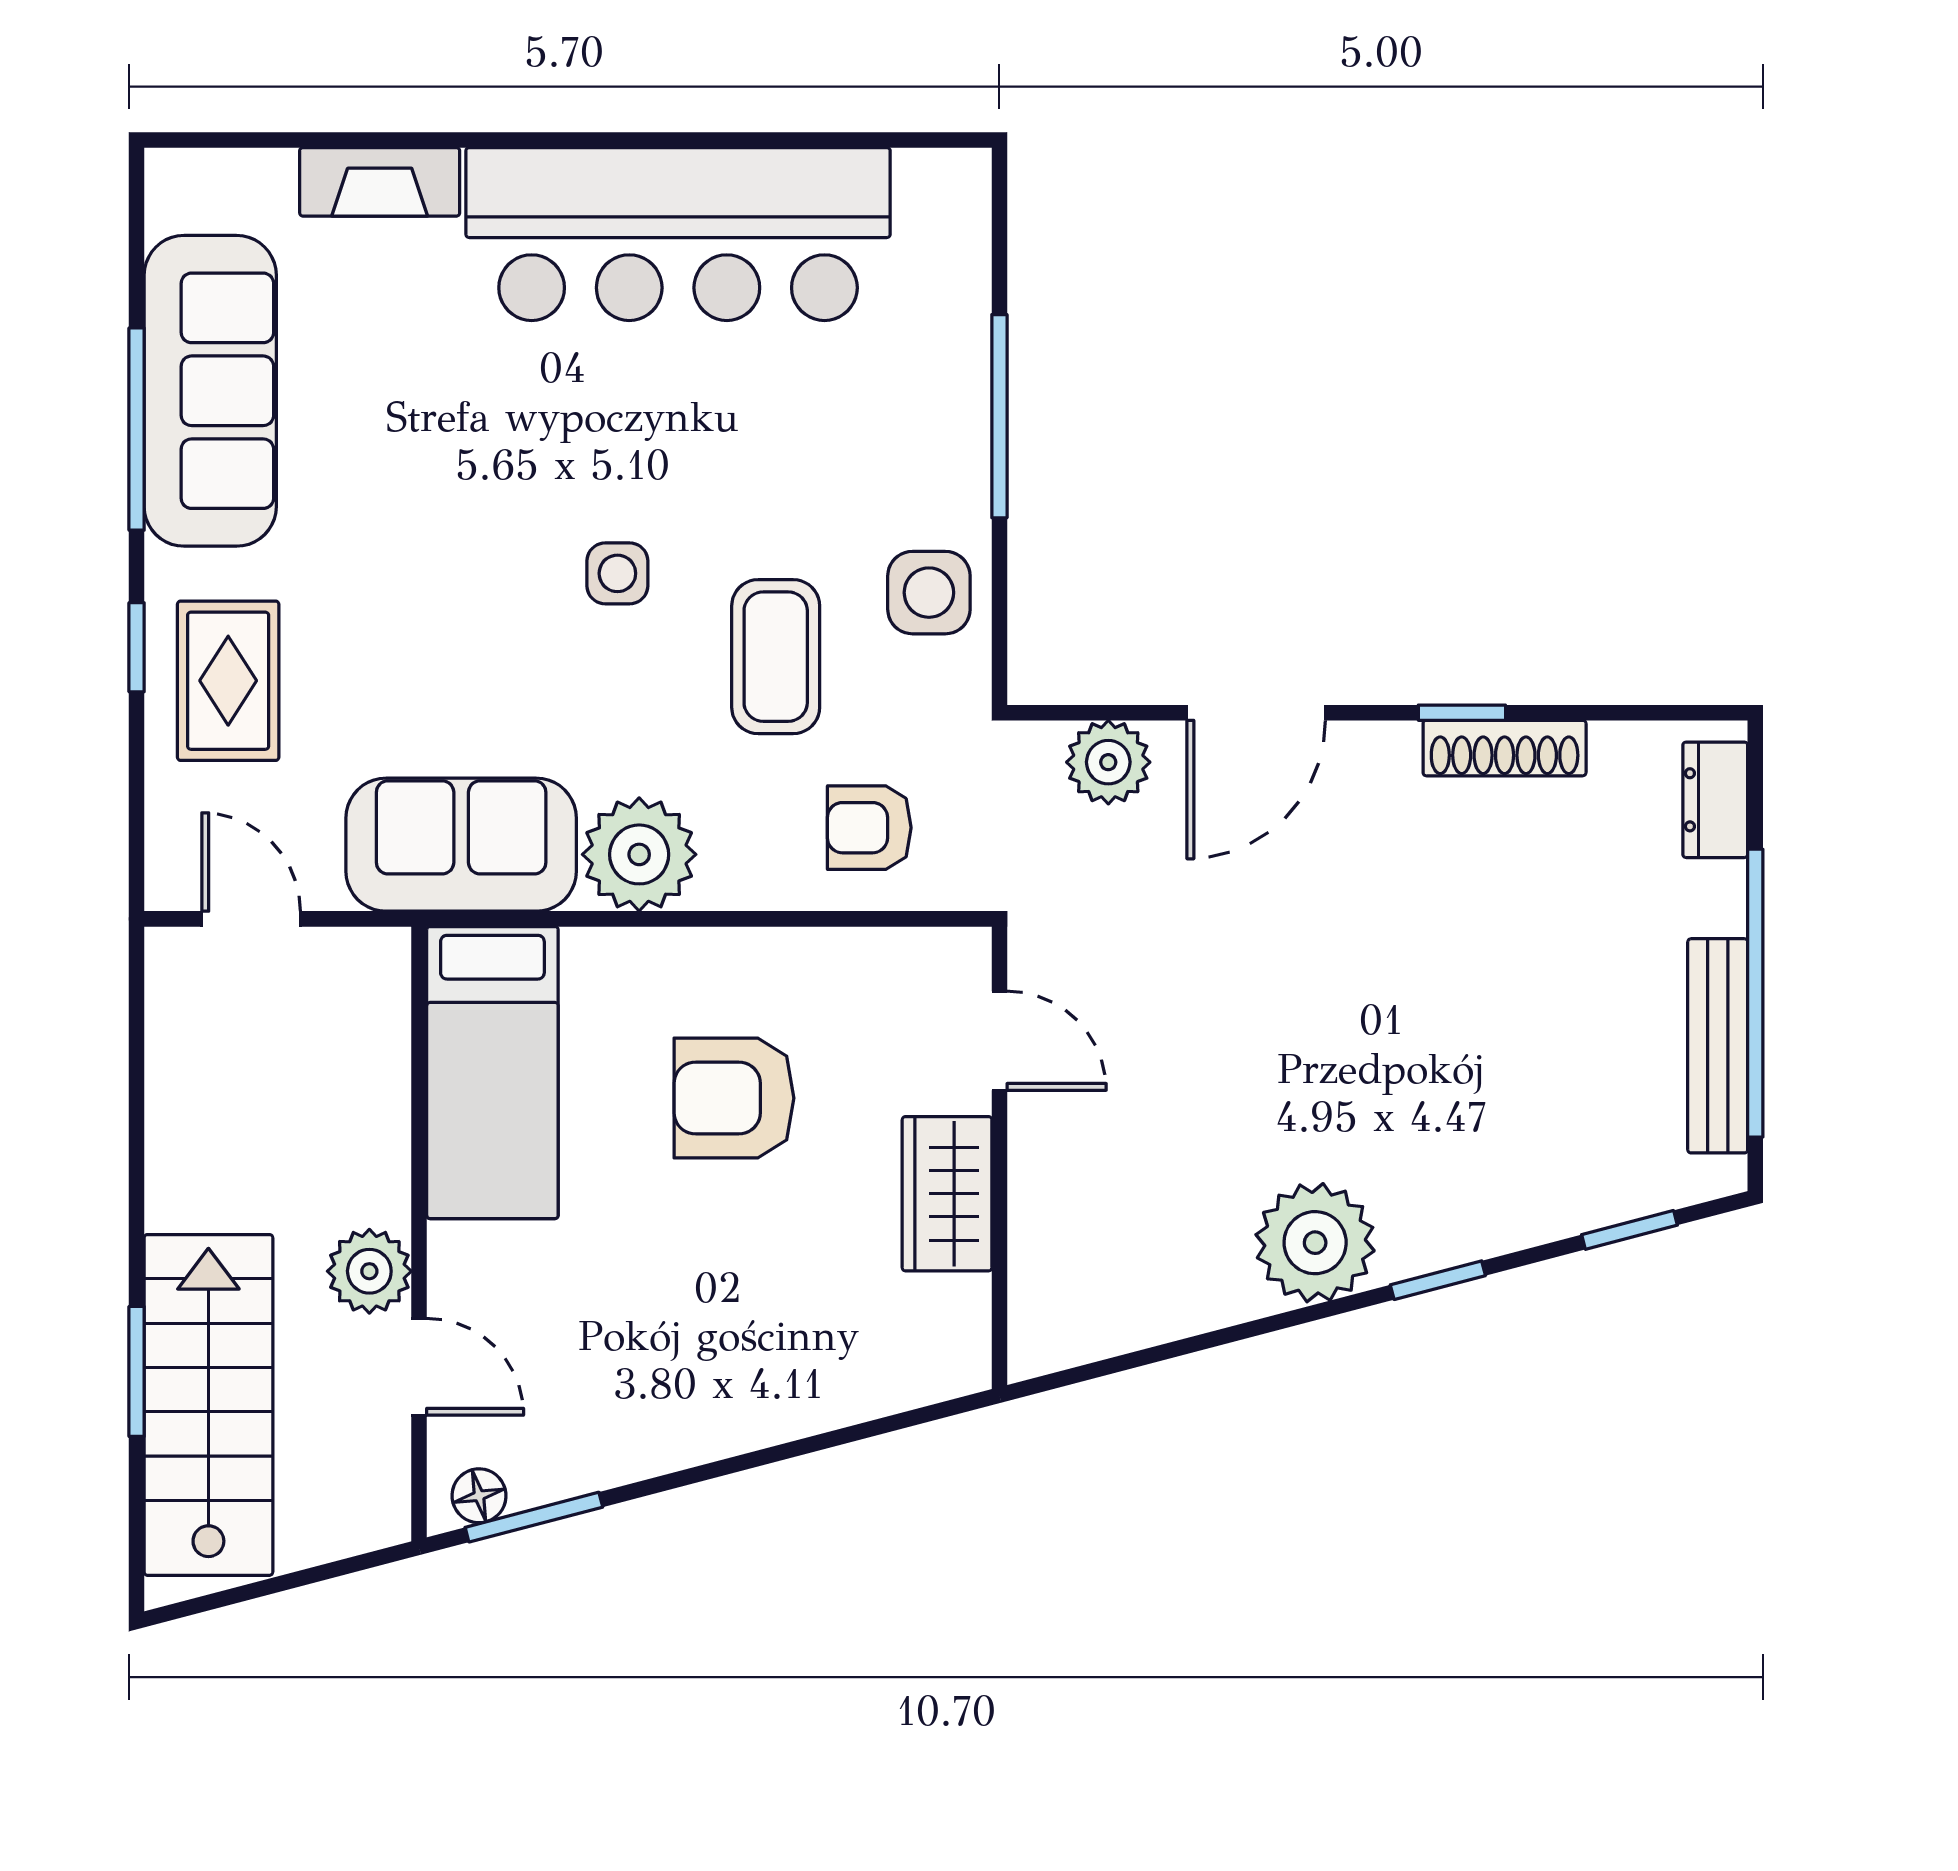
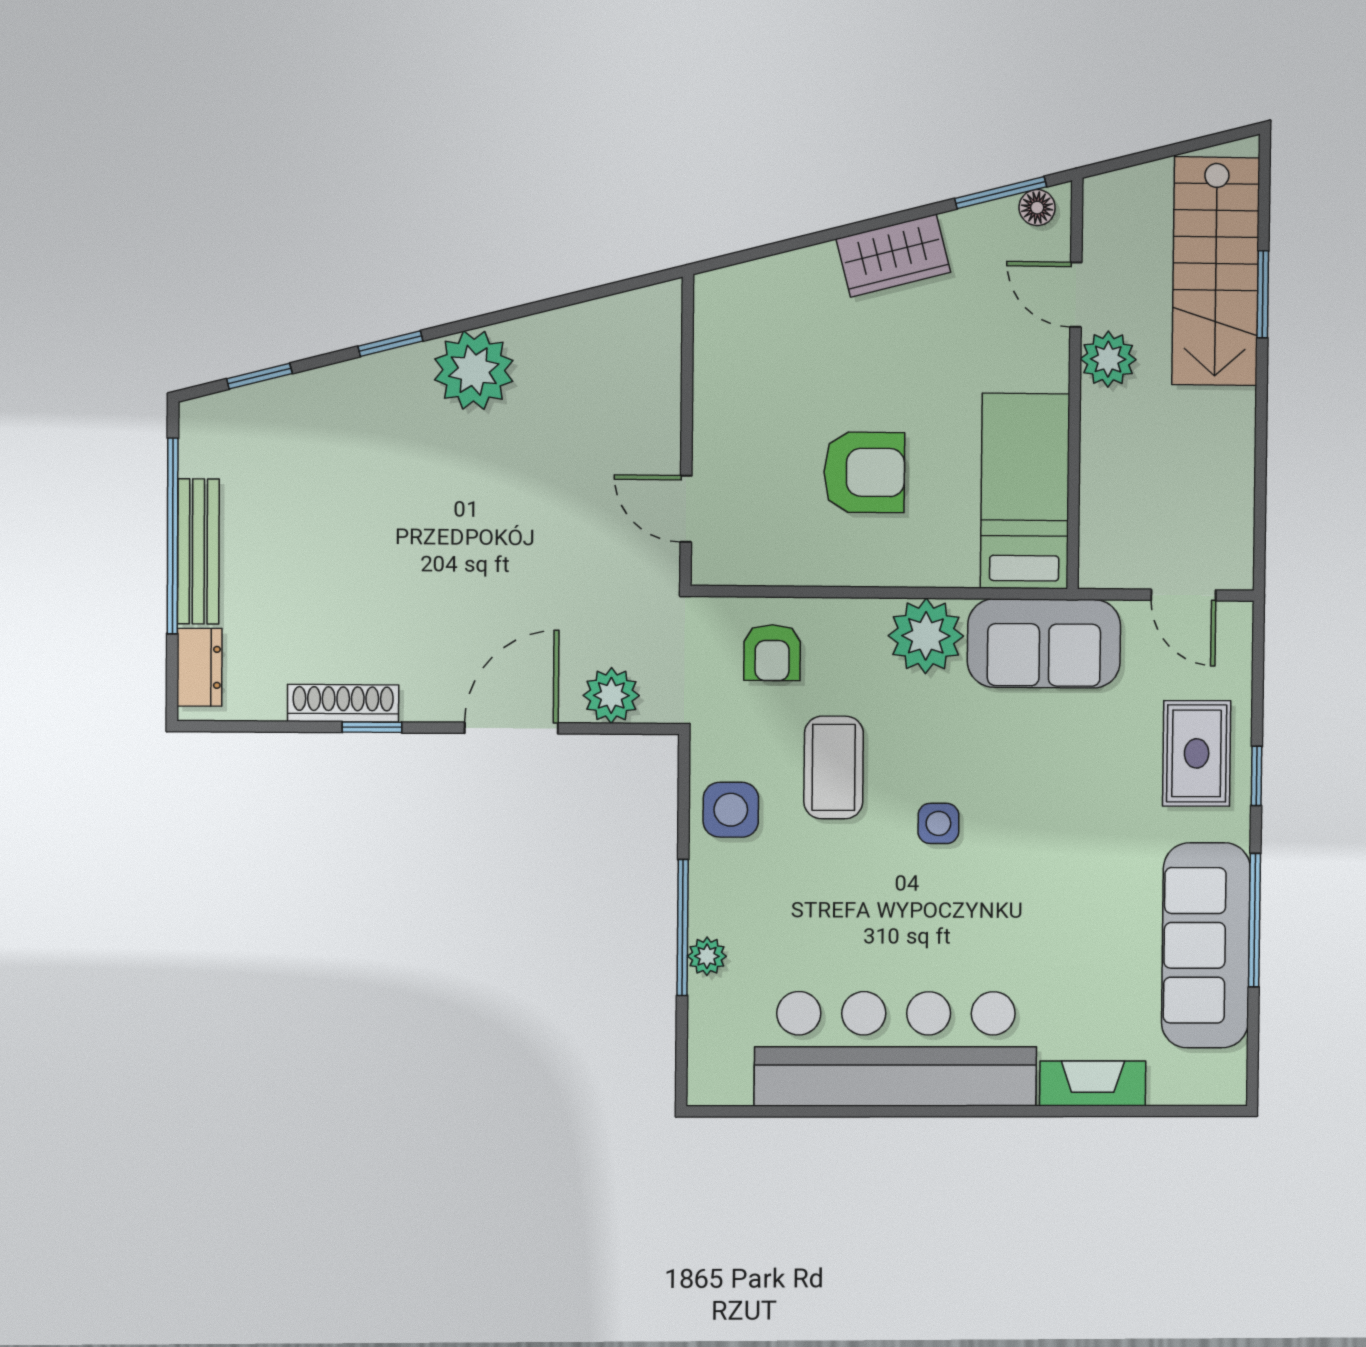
plant: (963, 373) -> (707, 956), added
armchair: (869, 828) -> (772, 653), turned 90
bench: (1718, 1046) -> (198, 551), moved
wardrobe: (947, 1194) -> (893, 256), moved, turned 75

